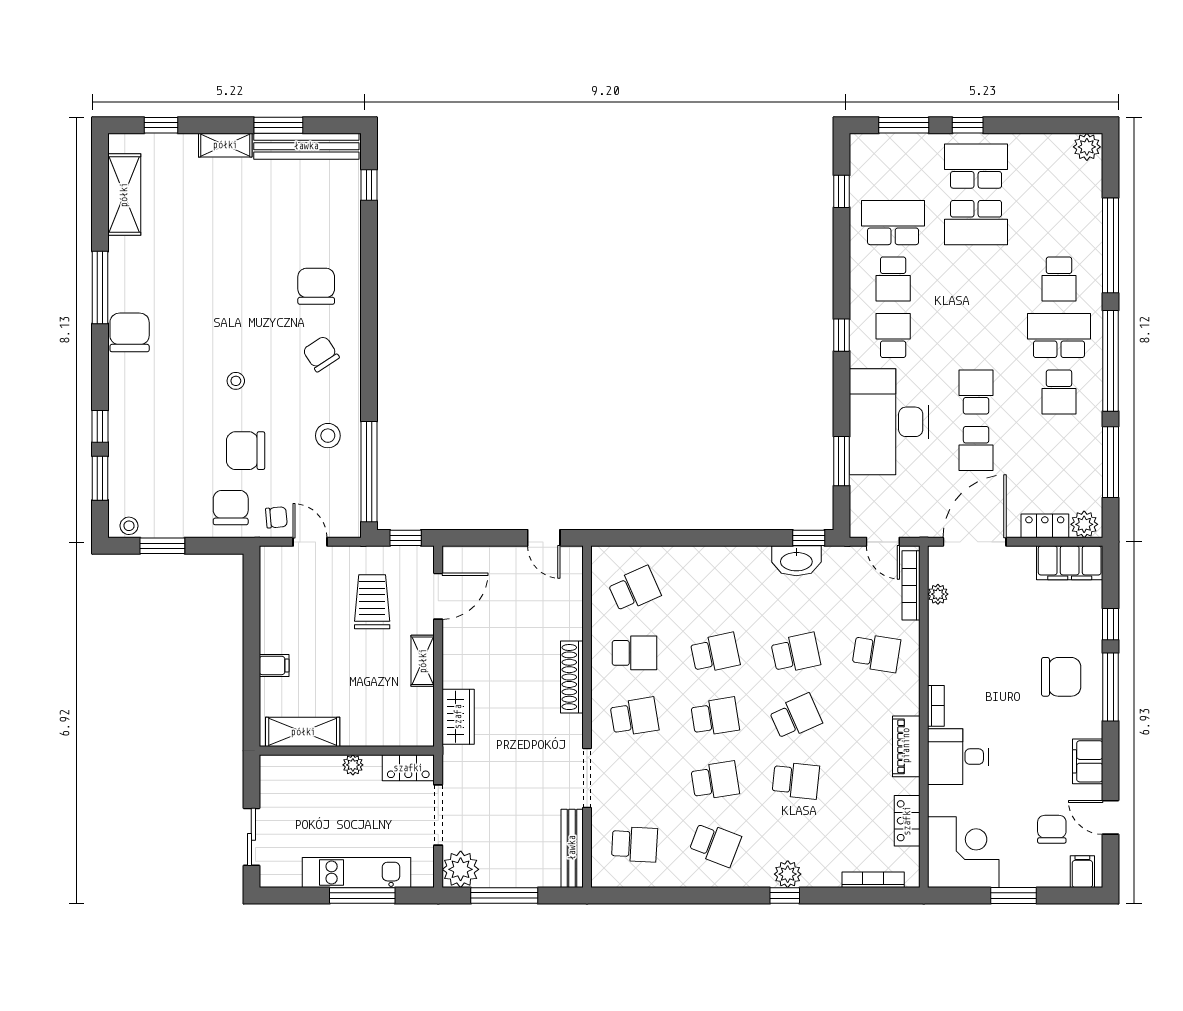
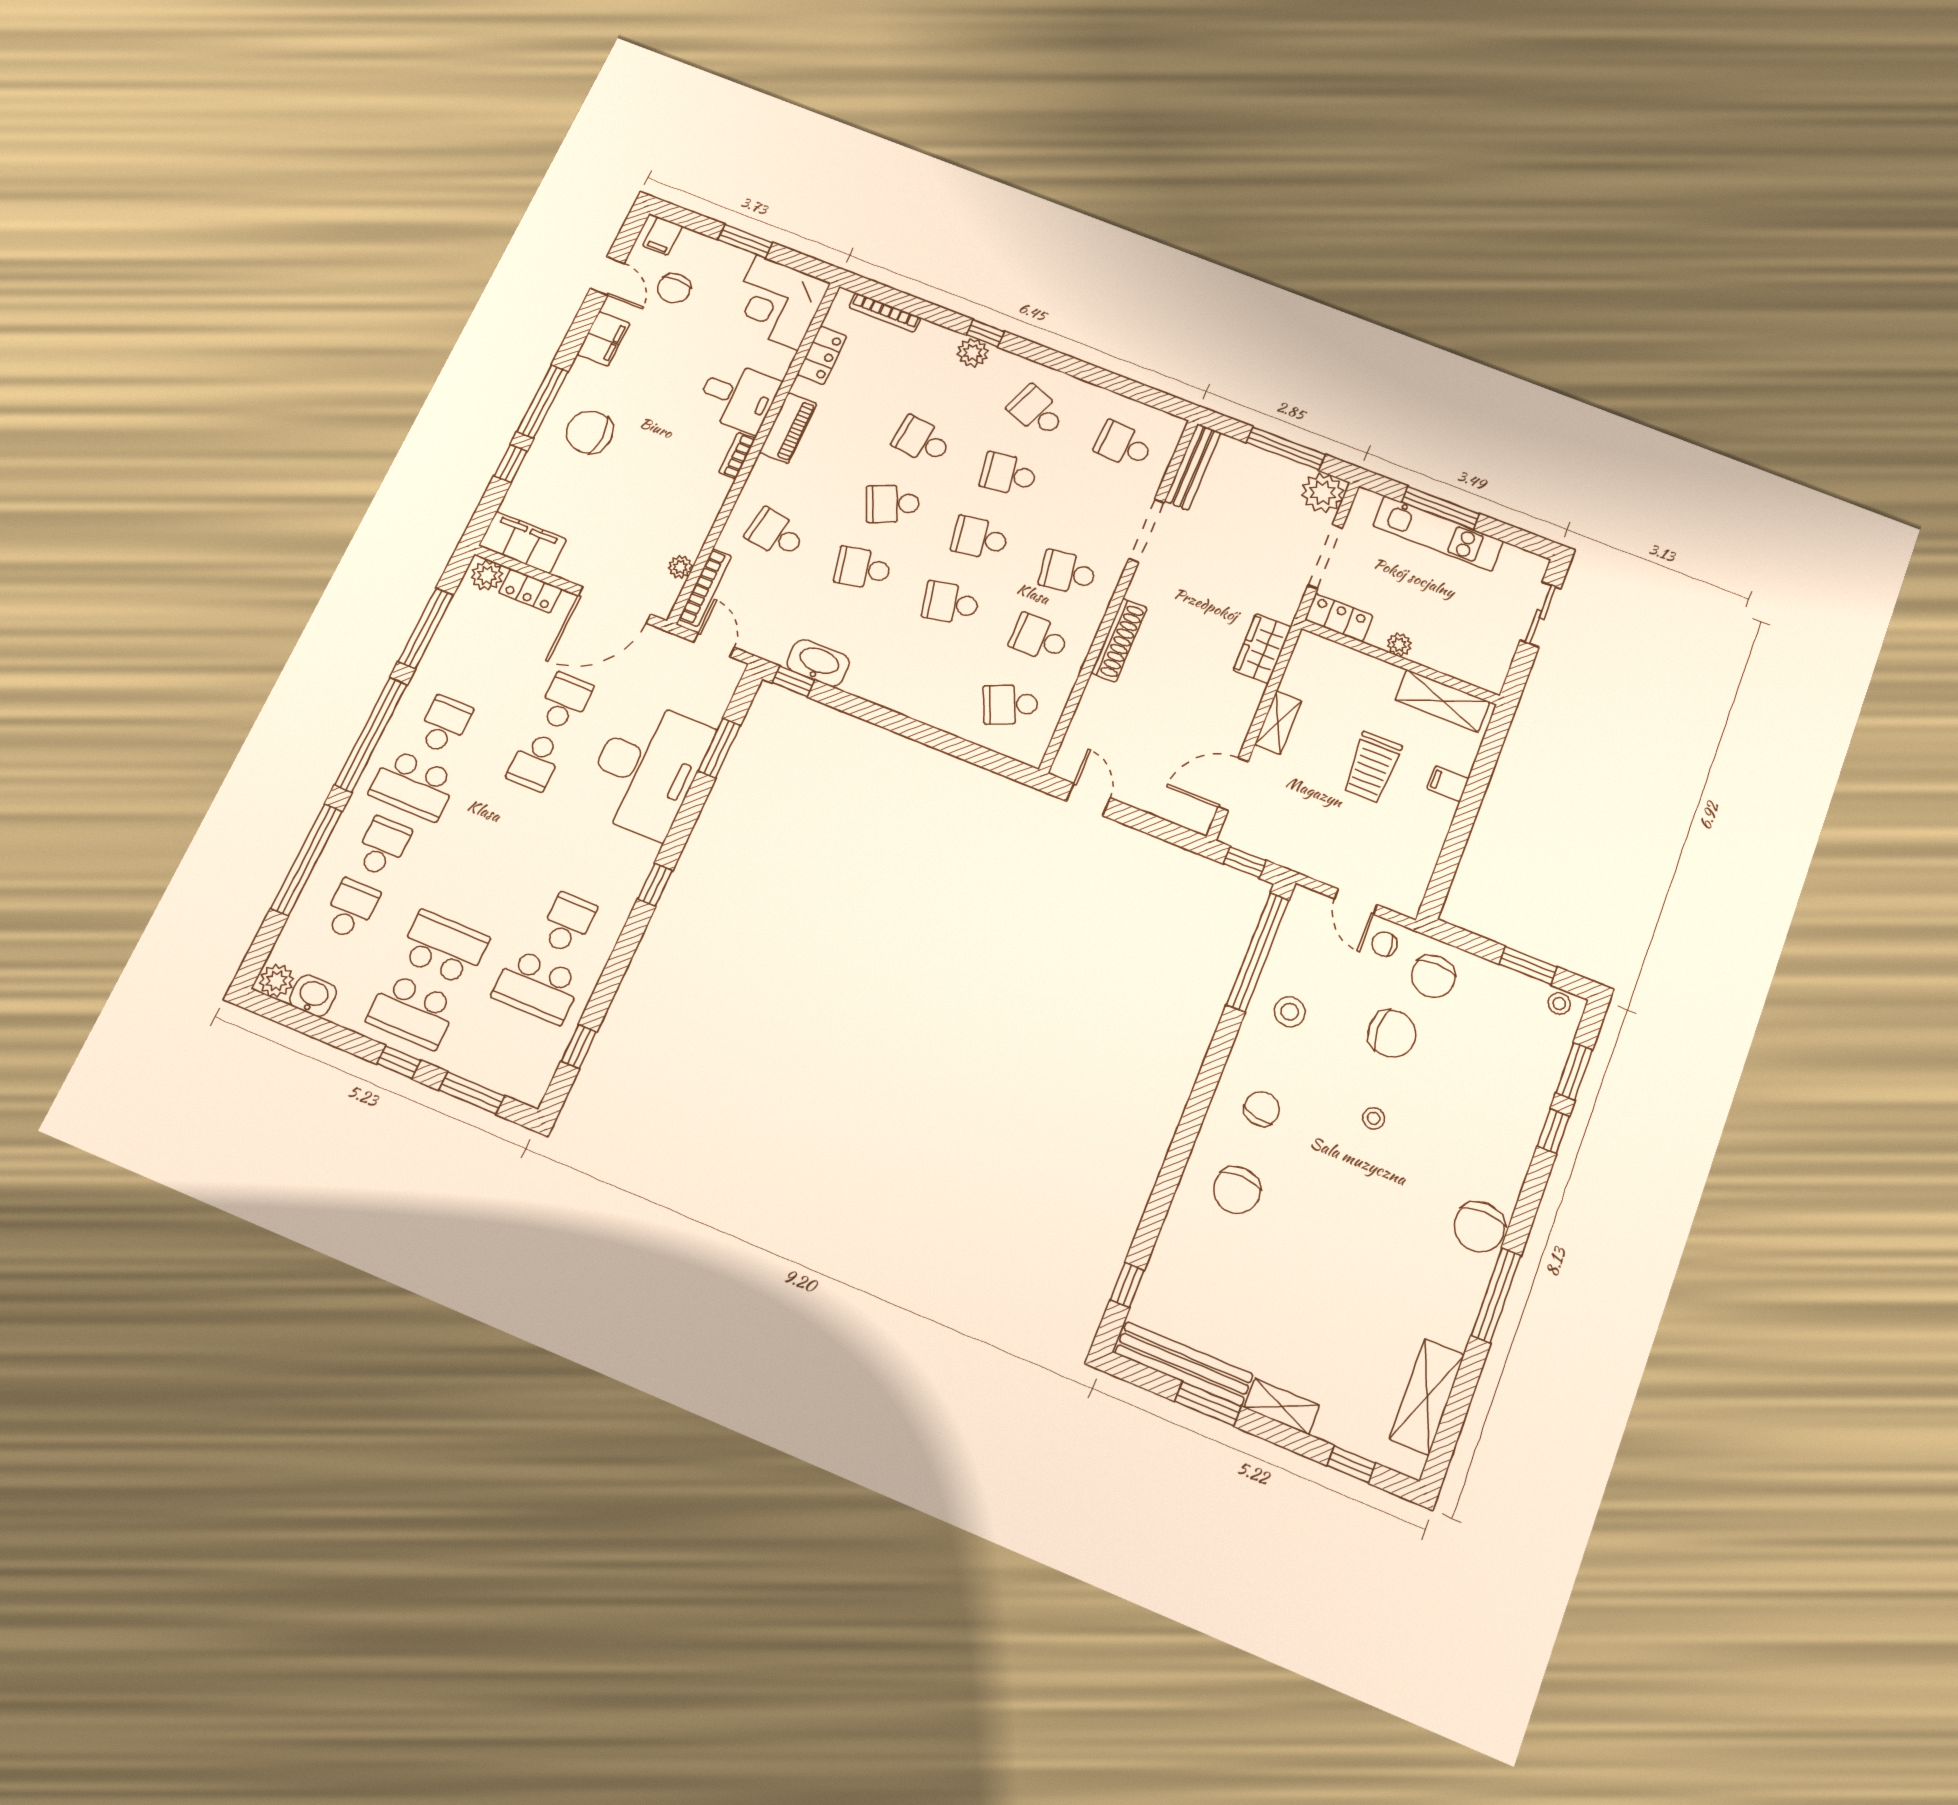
washbasin: (1054, 147) -> (313, 996), added
school desk: (893, 336) -> (351, 909), moved, turned 180
chair: (321, 354) -> (1262, 1109), turned -135
trolley: (372, 602) -> (1372, 767), moved

